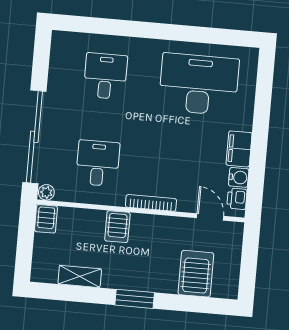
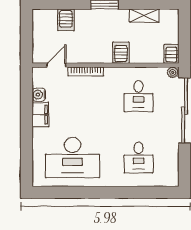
printer: (237, 199) -> (39, 80), removed
bookcase: (151, 203) -> (86, 71), moved
door: (210, 217) -> (56, 65), swing flipped
server rack: (196, 274) -> (66, 20), width x0.73, depth x0.70

